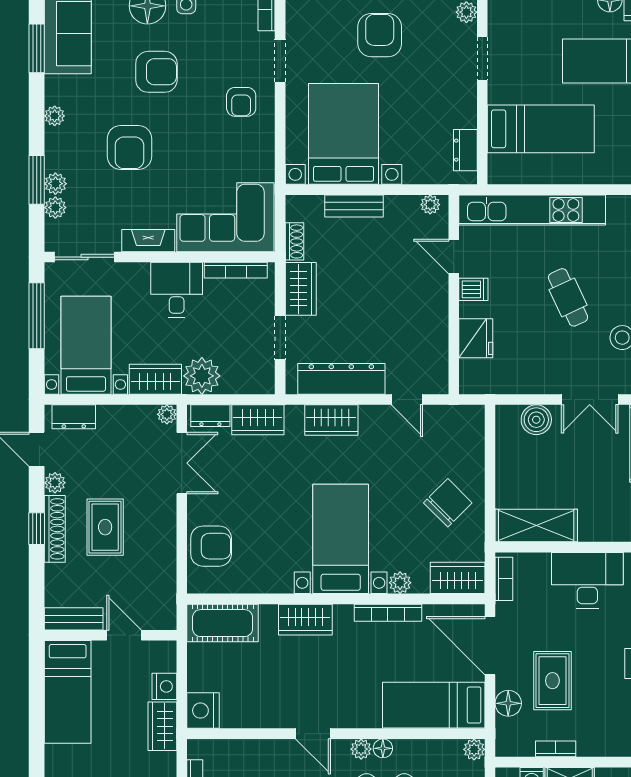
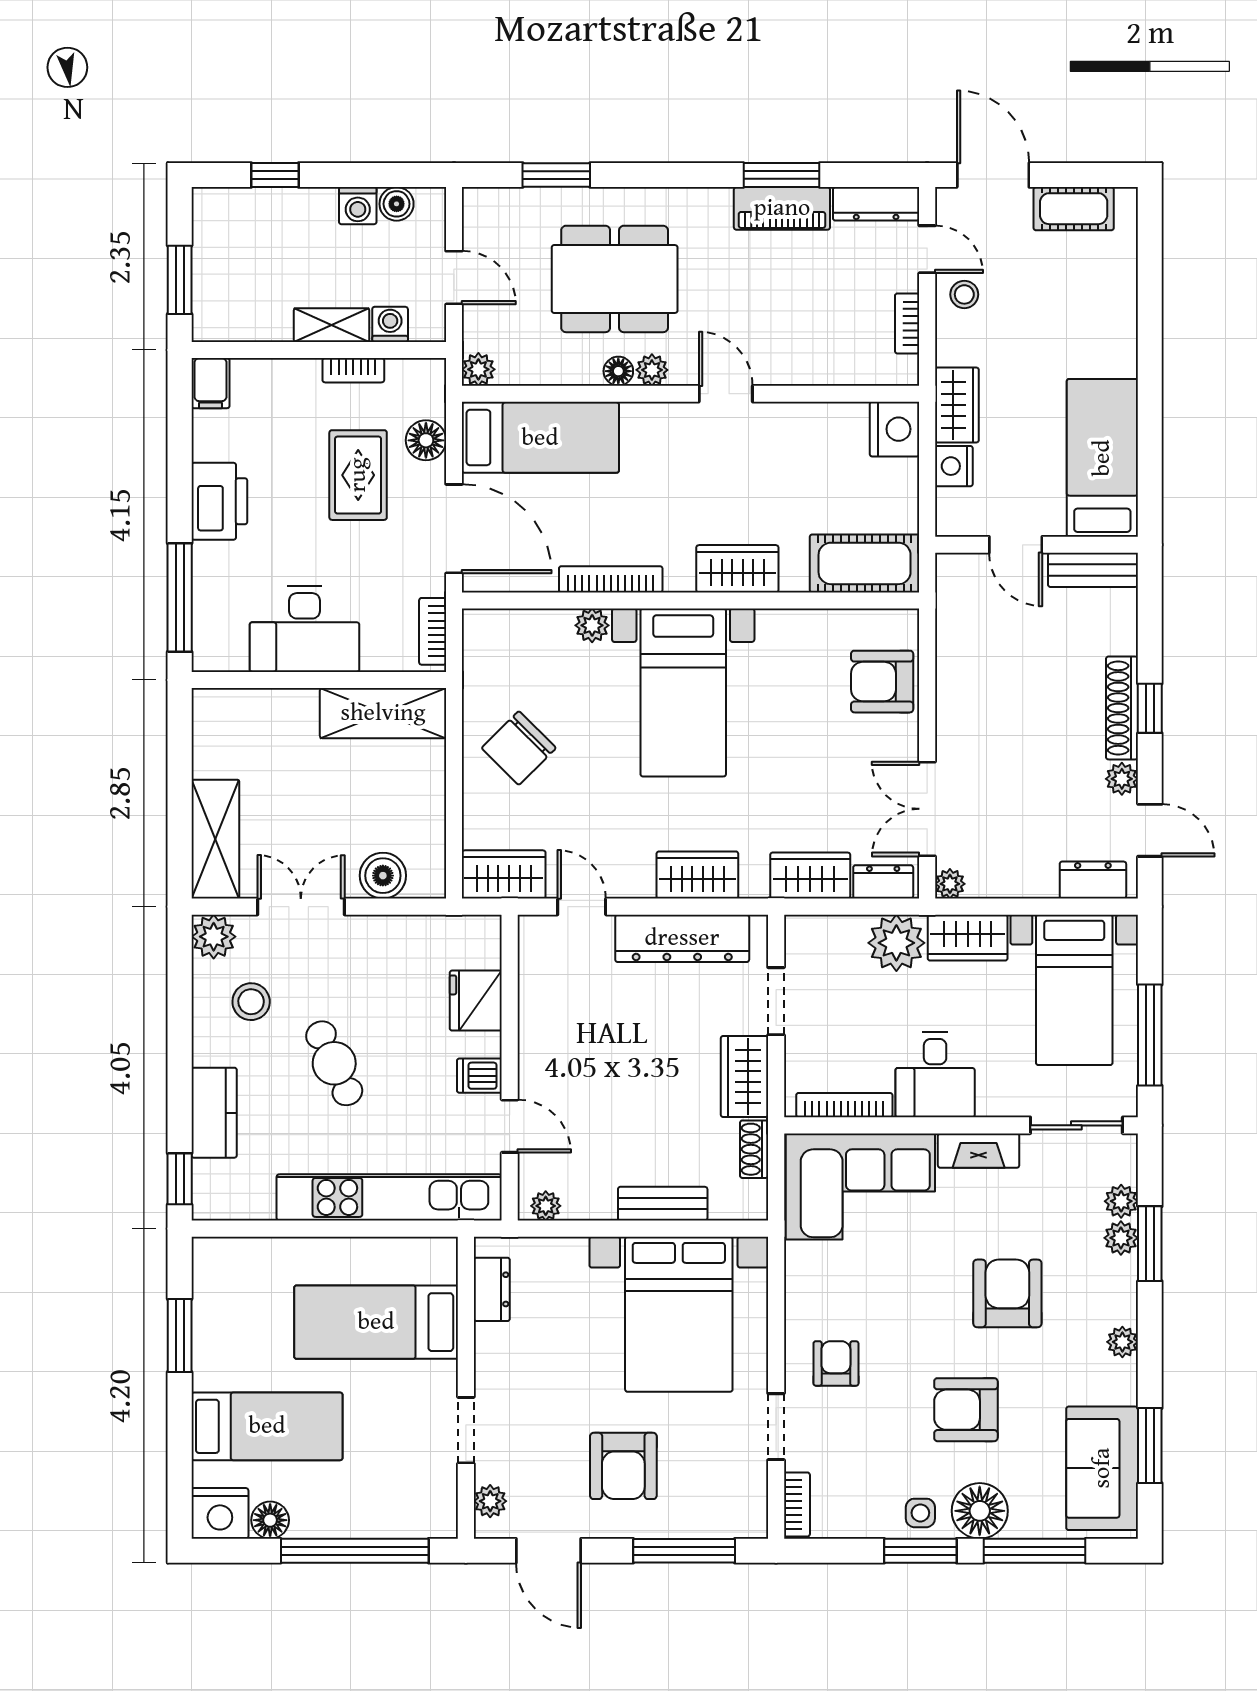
rug: (105, 527) -> (1045, 711), removed
wardrobe: (458, 578) -> (504, 874), moved, turned 180

